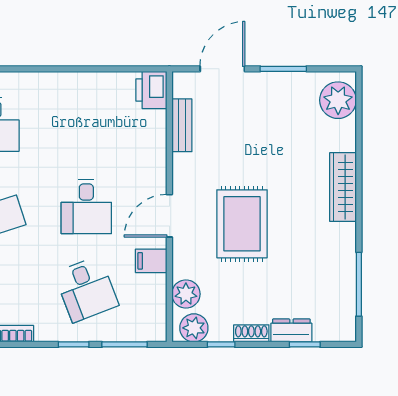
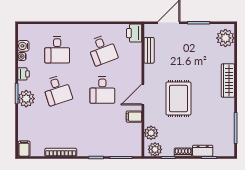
desk: (86, 289) -> (102, 50), moved

